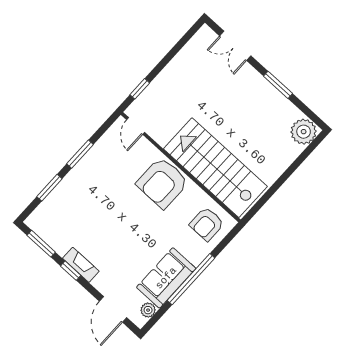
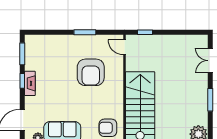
door: (136, 126) -> (124, 47), hinge flipped
armchair: (162, 183) -> (91, 72), moved, turned -90
window: (49, 188) -> (54, 32), removed

